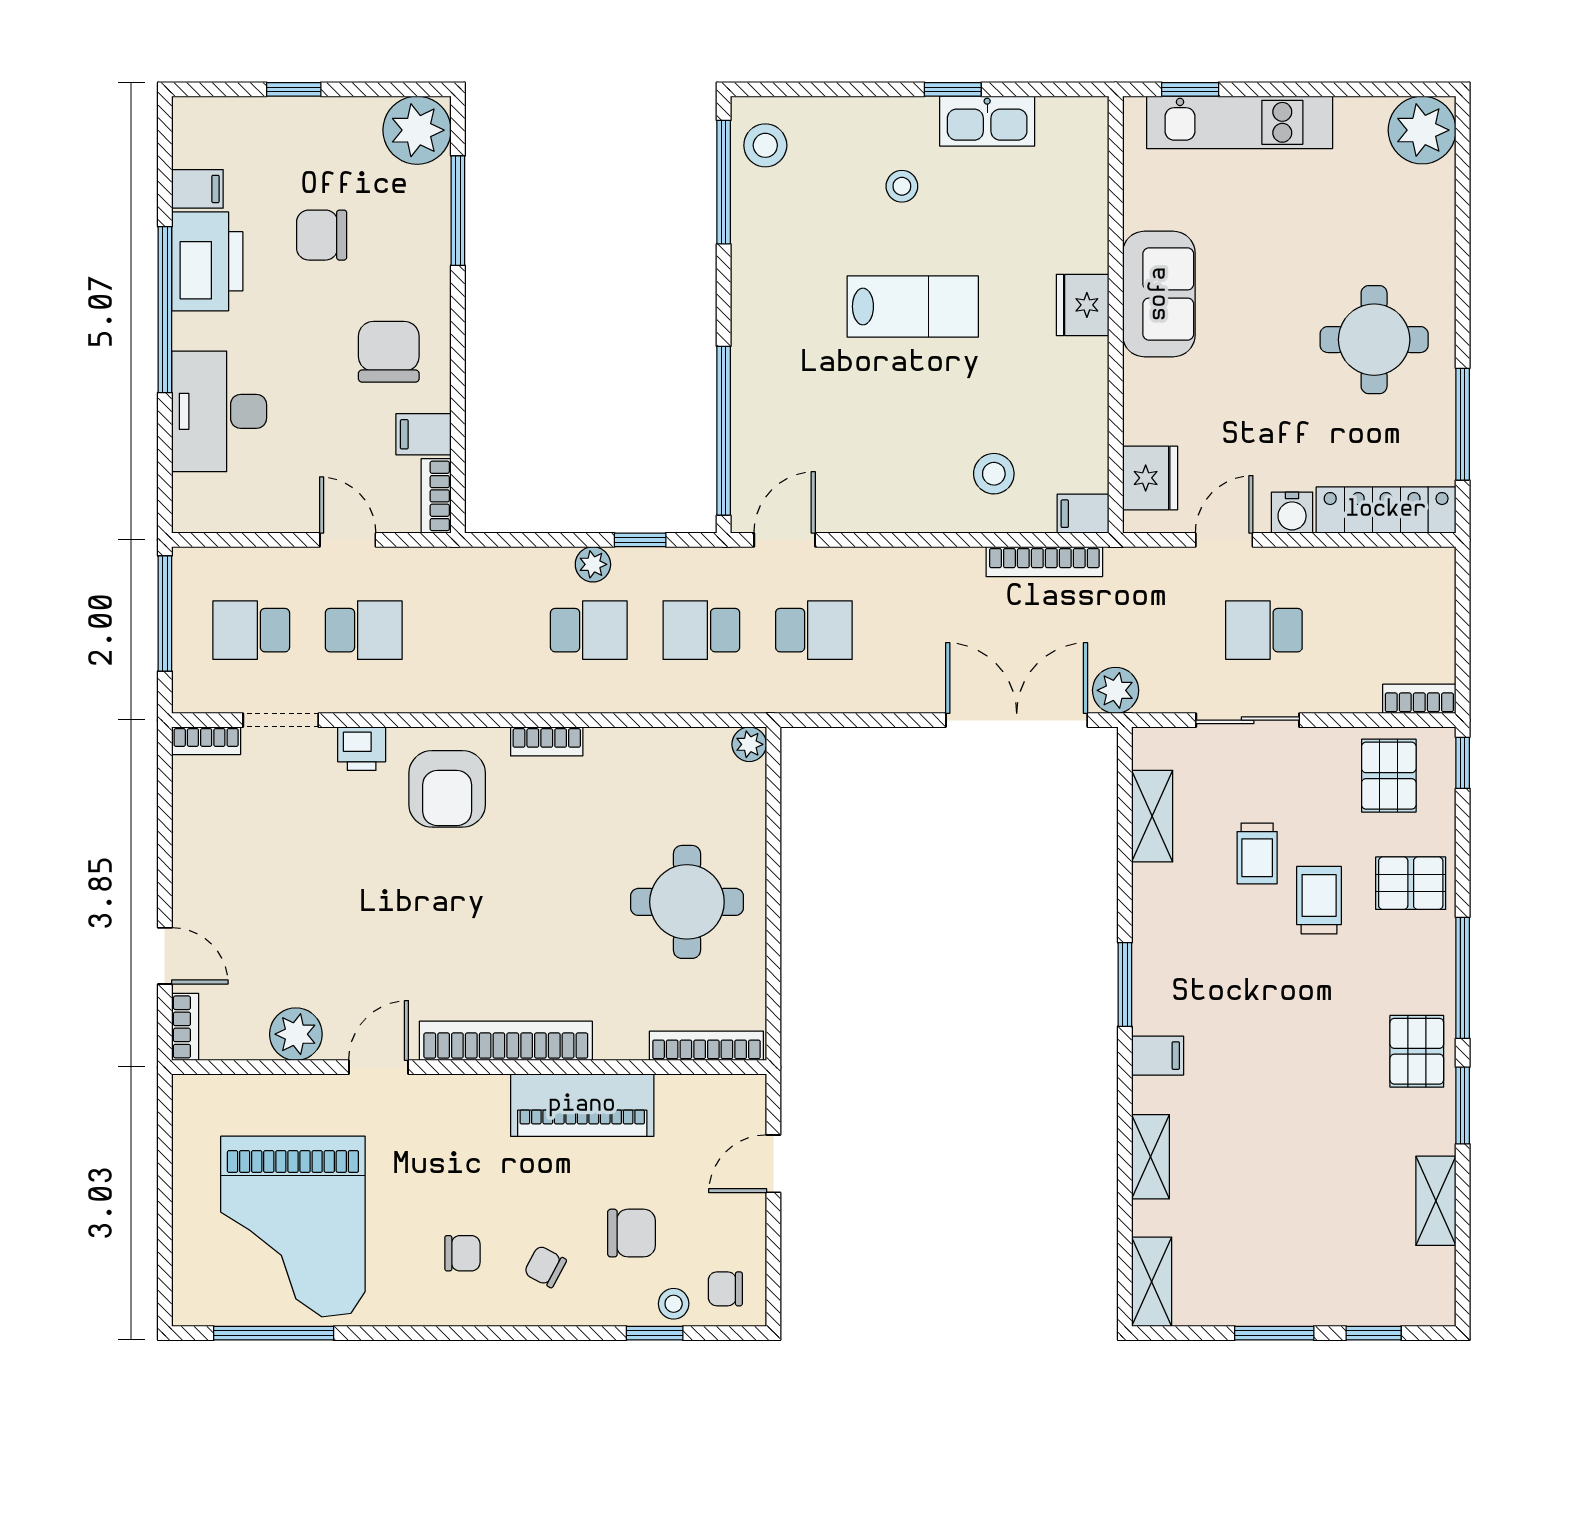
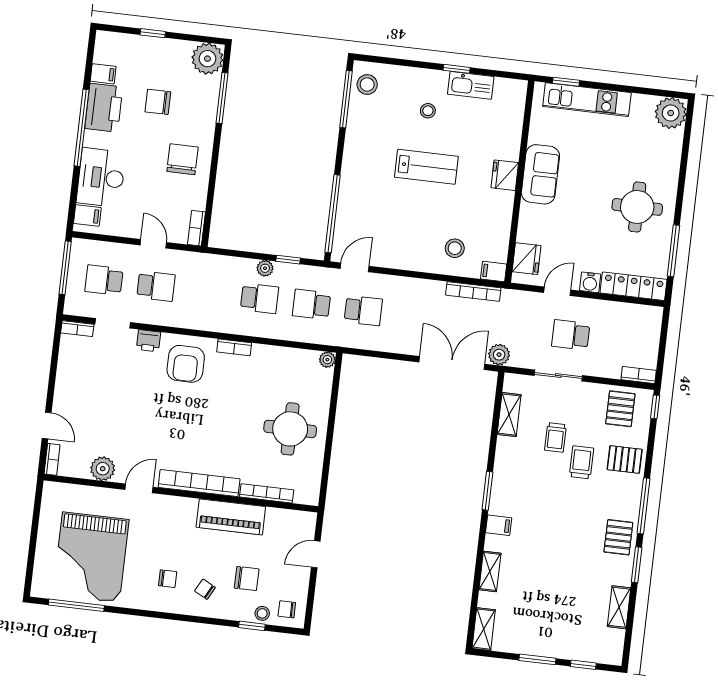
filing cabinet: (424, 434) -> (87, 215), moved, turned 180
bookcase: (706, 1046) -> (267, 493), moved

